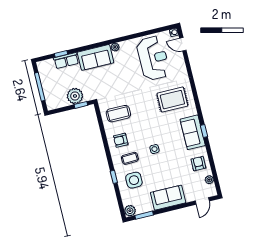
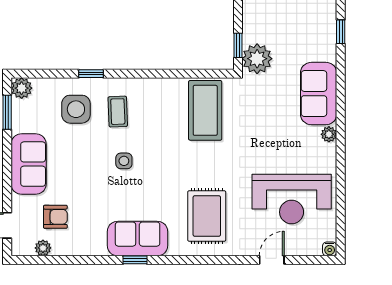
door: (183, 44) -> (272, 260), moved
row of seats: (66, 61) -> (326, 38), removed
plant: (75, 96) -> (257, 59), moved
coffee table: (118, 114) -> (205, 110), width x1.36, depth x1.32
armchair: (121, 140) -> (155, 103), removed
armchair: (198, 164) -> (55, 217), moved

